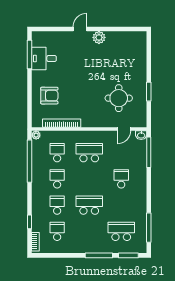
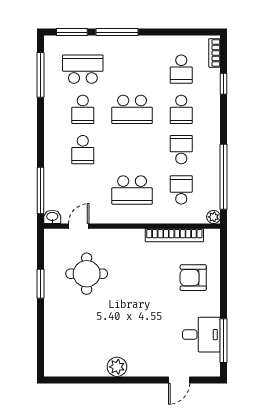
door: (80, 29) -> (179, 380), moved
school desk: (57, 153) -> (181, 190), turned 180
school desk: (57, 179) -> (181, 150), turned 180
school desk: (121, 205) -> (83, 109), added
school desk: (121, 231) -> (83, 69), turned 180

